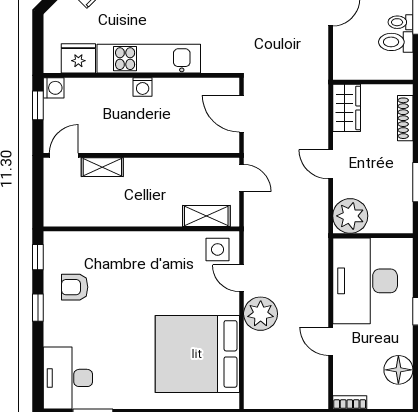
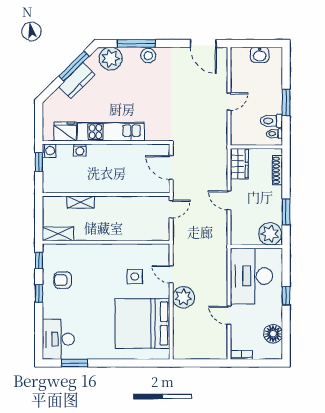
toilet: (401, 22) -> (274, 134), moved
washing machine: (143, 87) -> (80, 150), moved
door: (64, 155) -> (56, 195), removed
door: (242, 178) -> (171, 209), hinge flipped
shelving: (206, 216) -> (58, 234), moved
plant: (350, 216) -> (270, 234), moved
side table: (218, 249) -> (135, 277), moved

